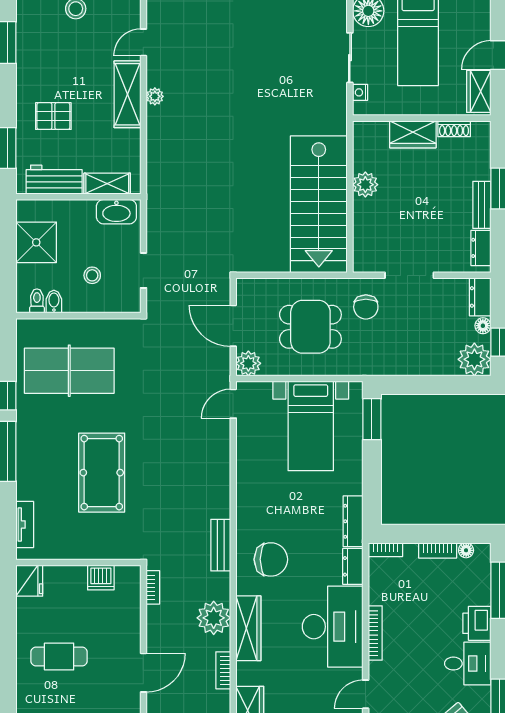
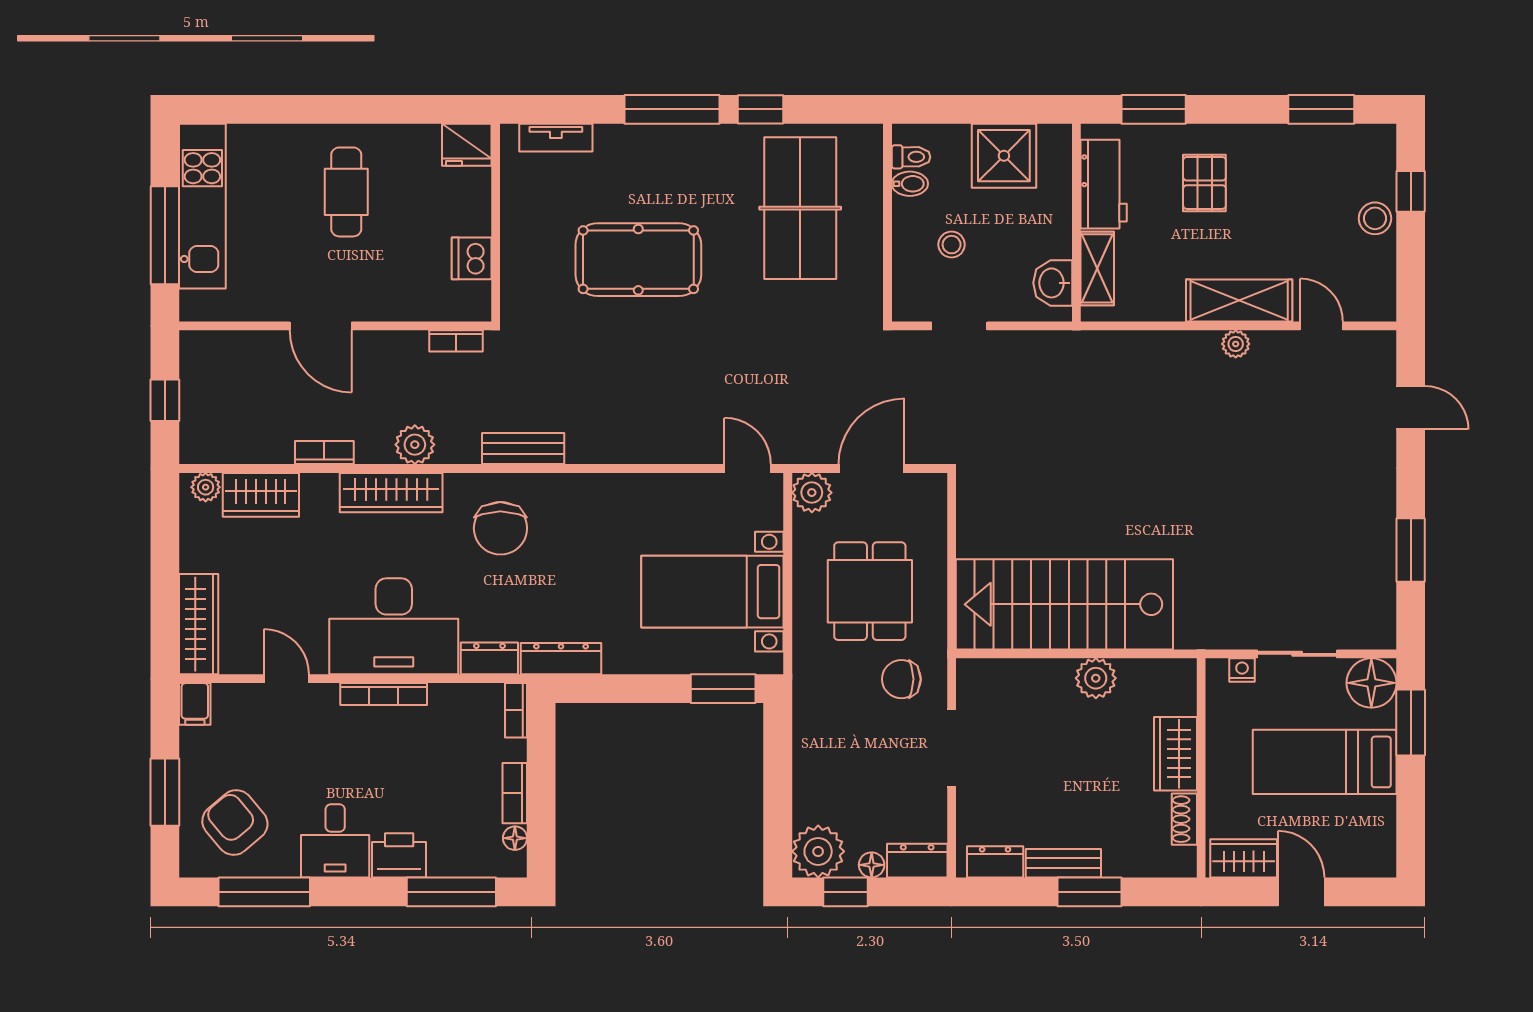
washbasin: (116, 212) -> (1053, 283), width x0.72
plant: (214, 618) -> (415, 445), width x0.73, depth x0.73

